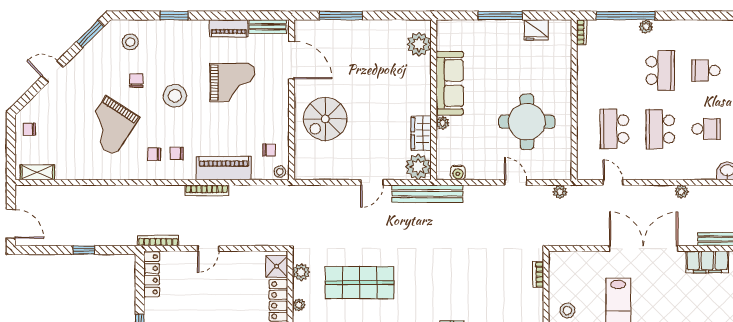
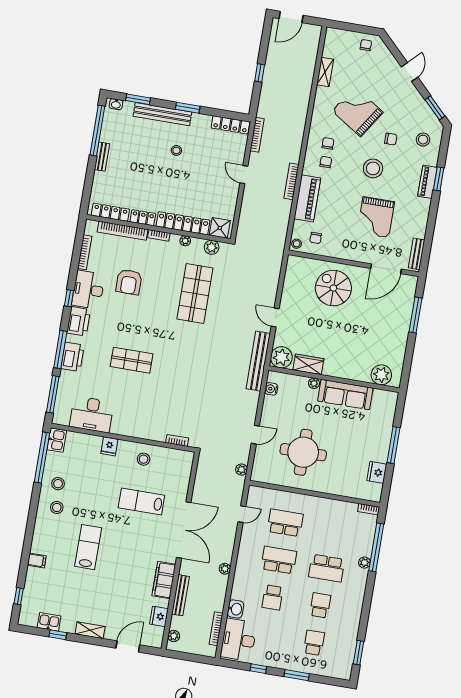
piano: (229, 28) -> (427, 182), moved
shelving: (37, 172) -> (325, 72), moved

